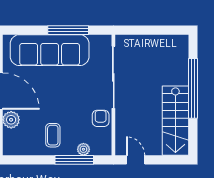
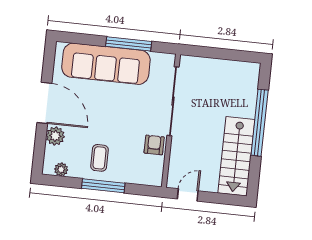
plant: (83, 149) -> (61, 169), moved
window: (74, 160) -> (103, 186), moved
door: (136, 160) -> (188, 195), hinge flipped

